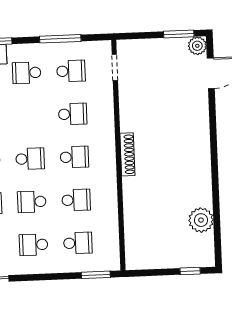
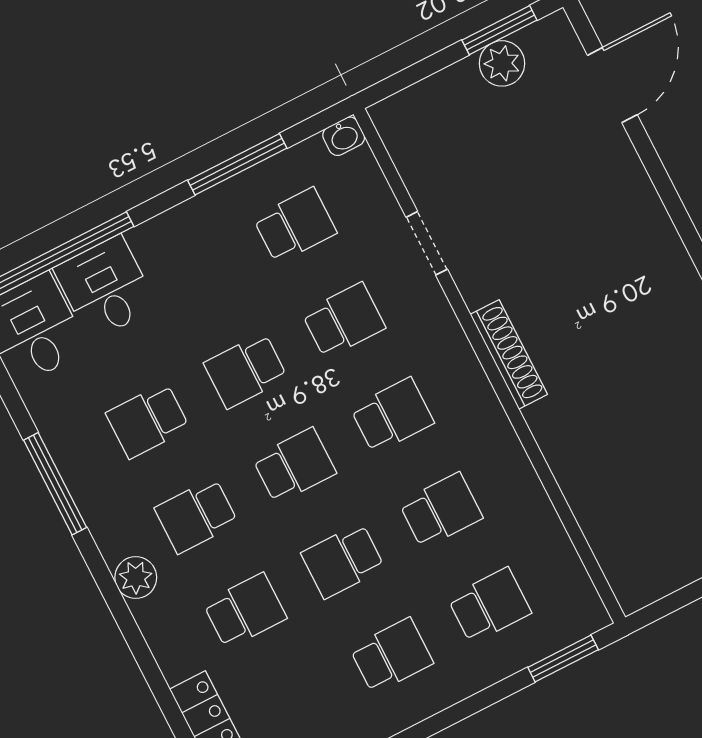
plant: (197, 46) -> (502, 63), moved
washbasin: (104, 47) -> (344, 136), added
doorway: (115, 67) -> (427, 243), moved
school desk: (27, 73) -> (246, 371), moved
school desk: (34, 245) -> (392, 656), turned 180

